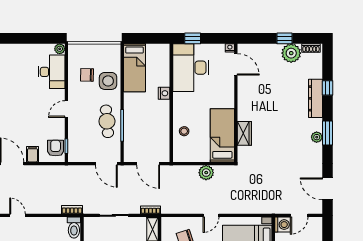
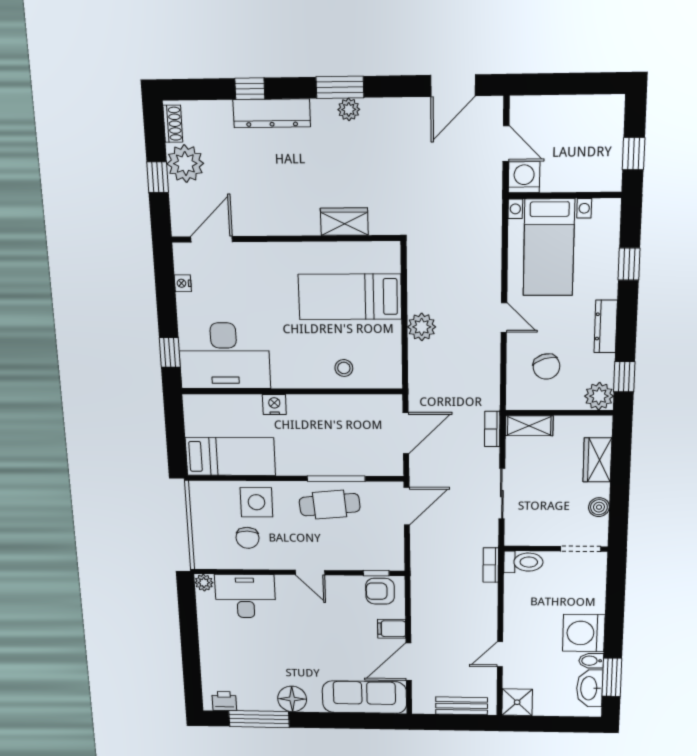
door: (236, 64) -> (212, 239), moved
wall: (236, 103) -> (285, 239), moved
wardrobe: (244, 133) -> (344, 222), moved

